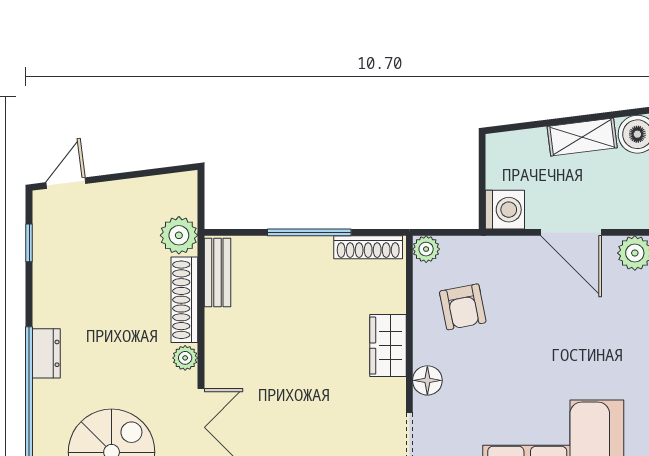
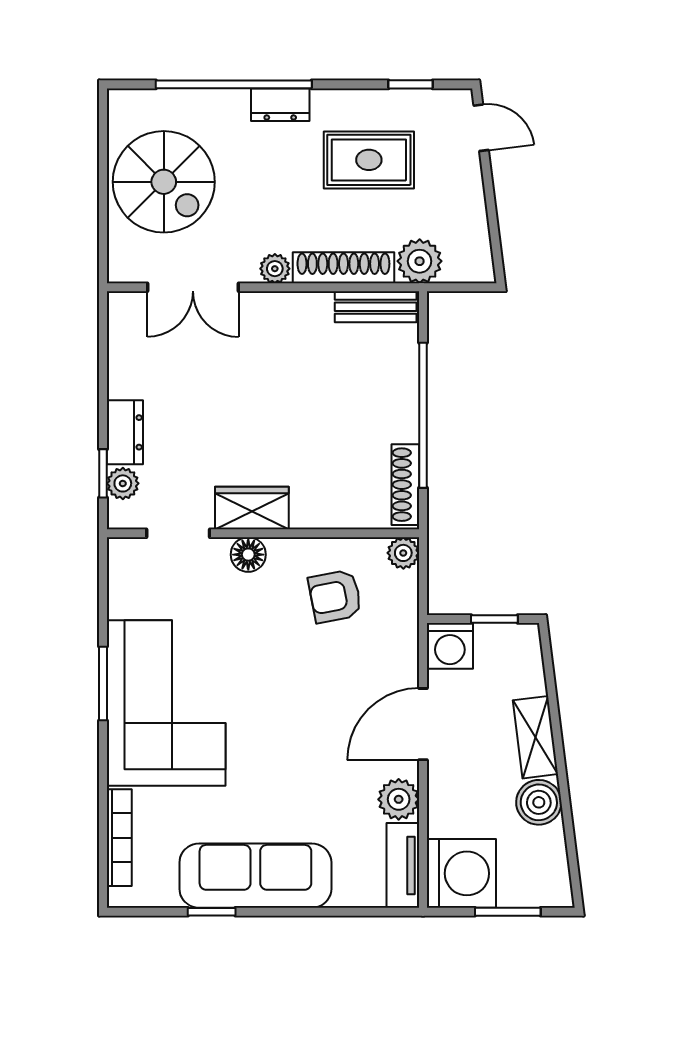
window: (482, 172) -> (494, 619), added
window: (309, 232) -> (423, 415), width x1.46
rug: (93, 278) -> (369, 160), added
wardrobe: (388, 346) -> (252, 508), moved

